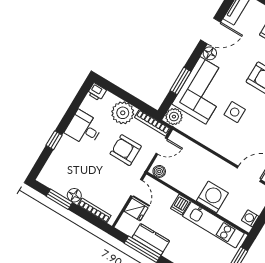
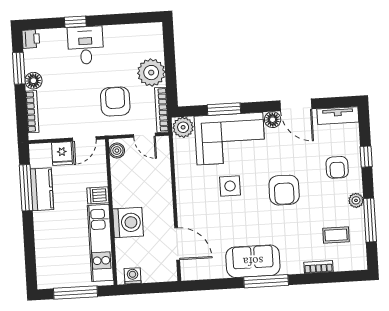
printer: (97, 92) -> (31, 39), moved, turned 180
desk: (84, 128) -> (86, 45), moved

